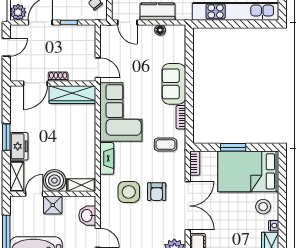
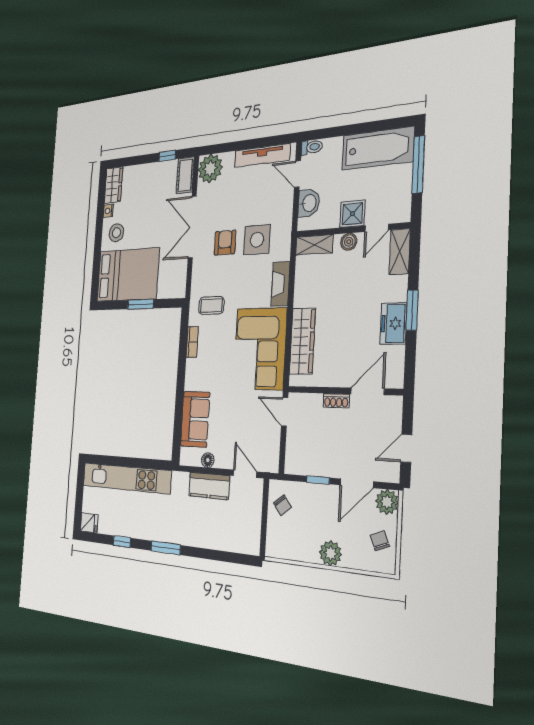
sofa: (174, 84) -> (195, 419), moved
wardrobe: (72, 95) -> (302, 341), moved, turned 90
freezer: (19, 146) -> (394, 323), moved
bookcase: (195, 163) -> (181, 282), removed
boiler: (54, 180) -> (349, 242), width x0.54, depth x0.54

